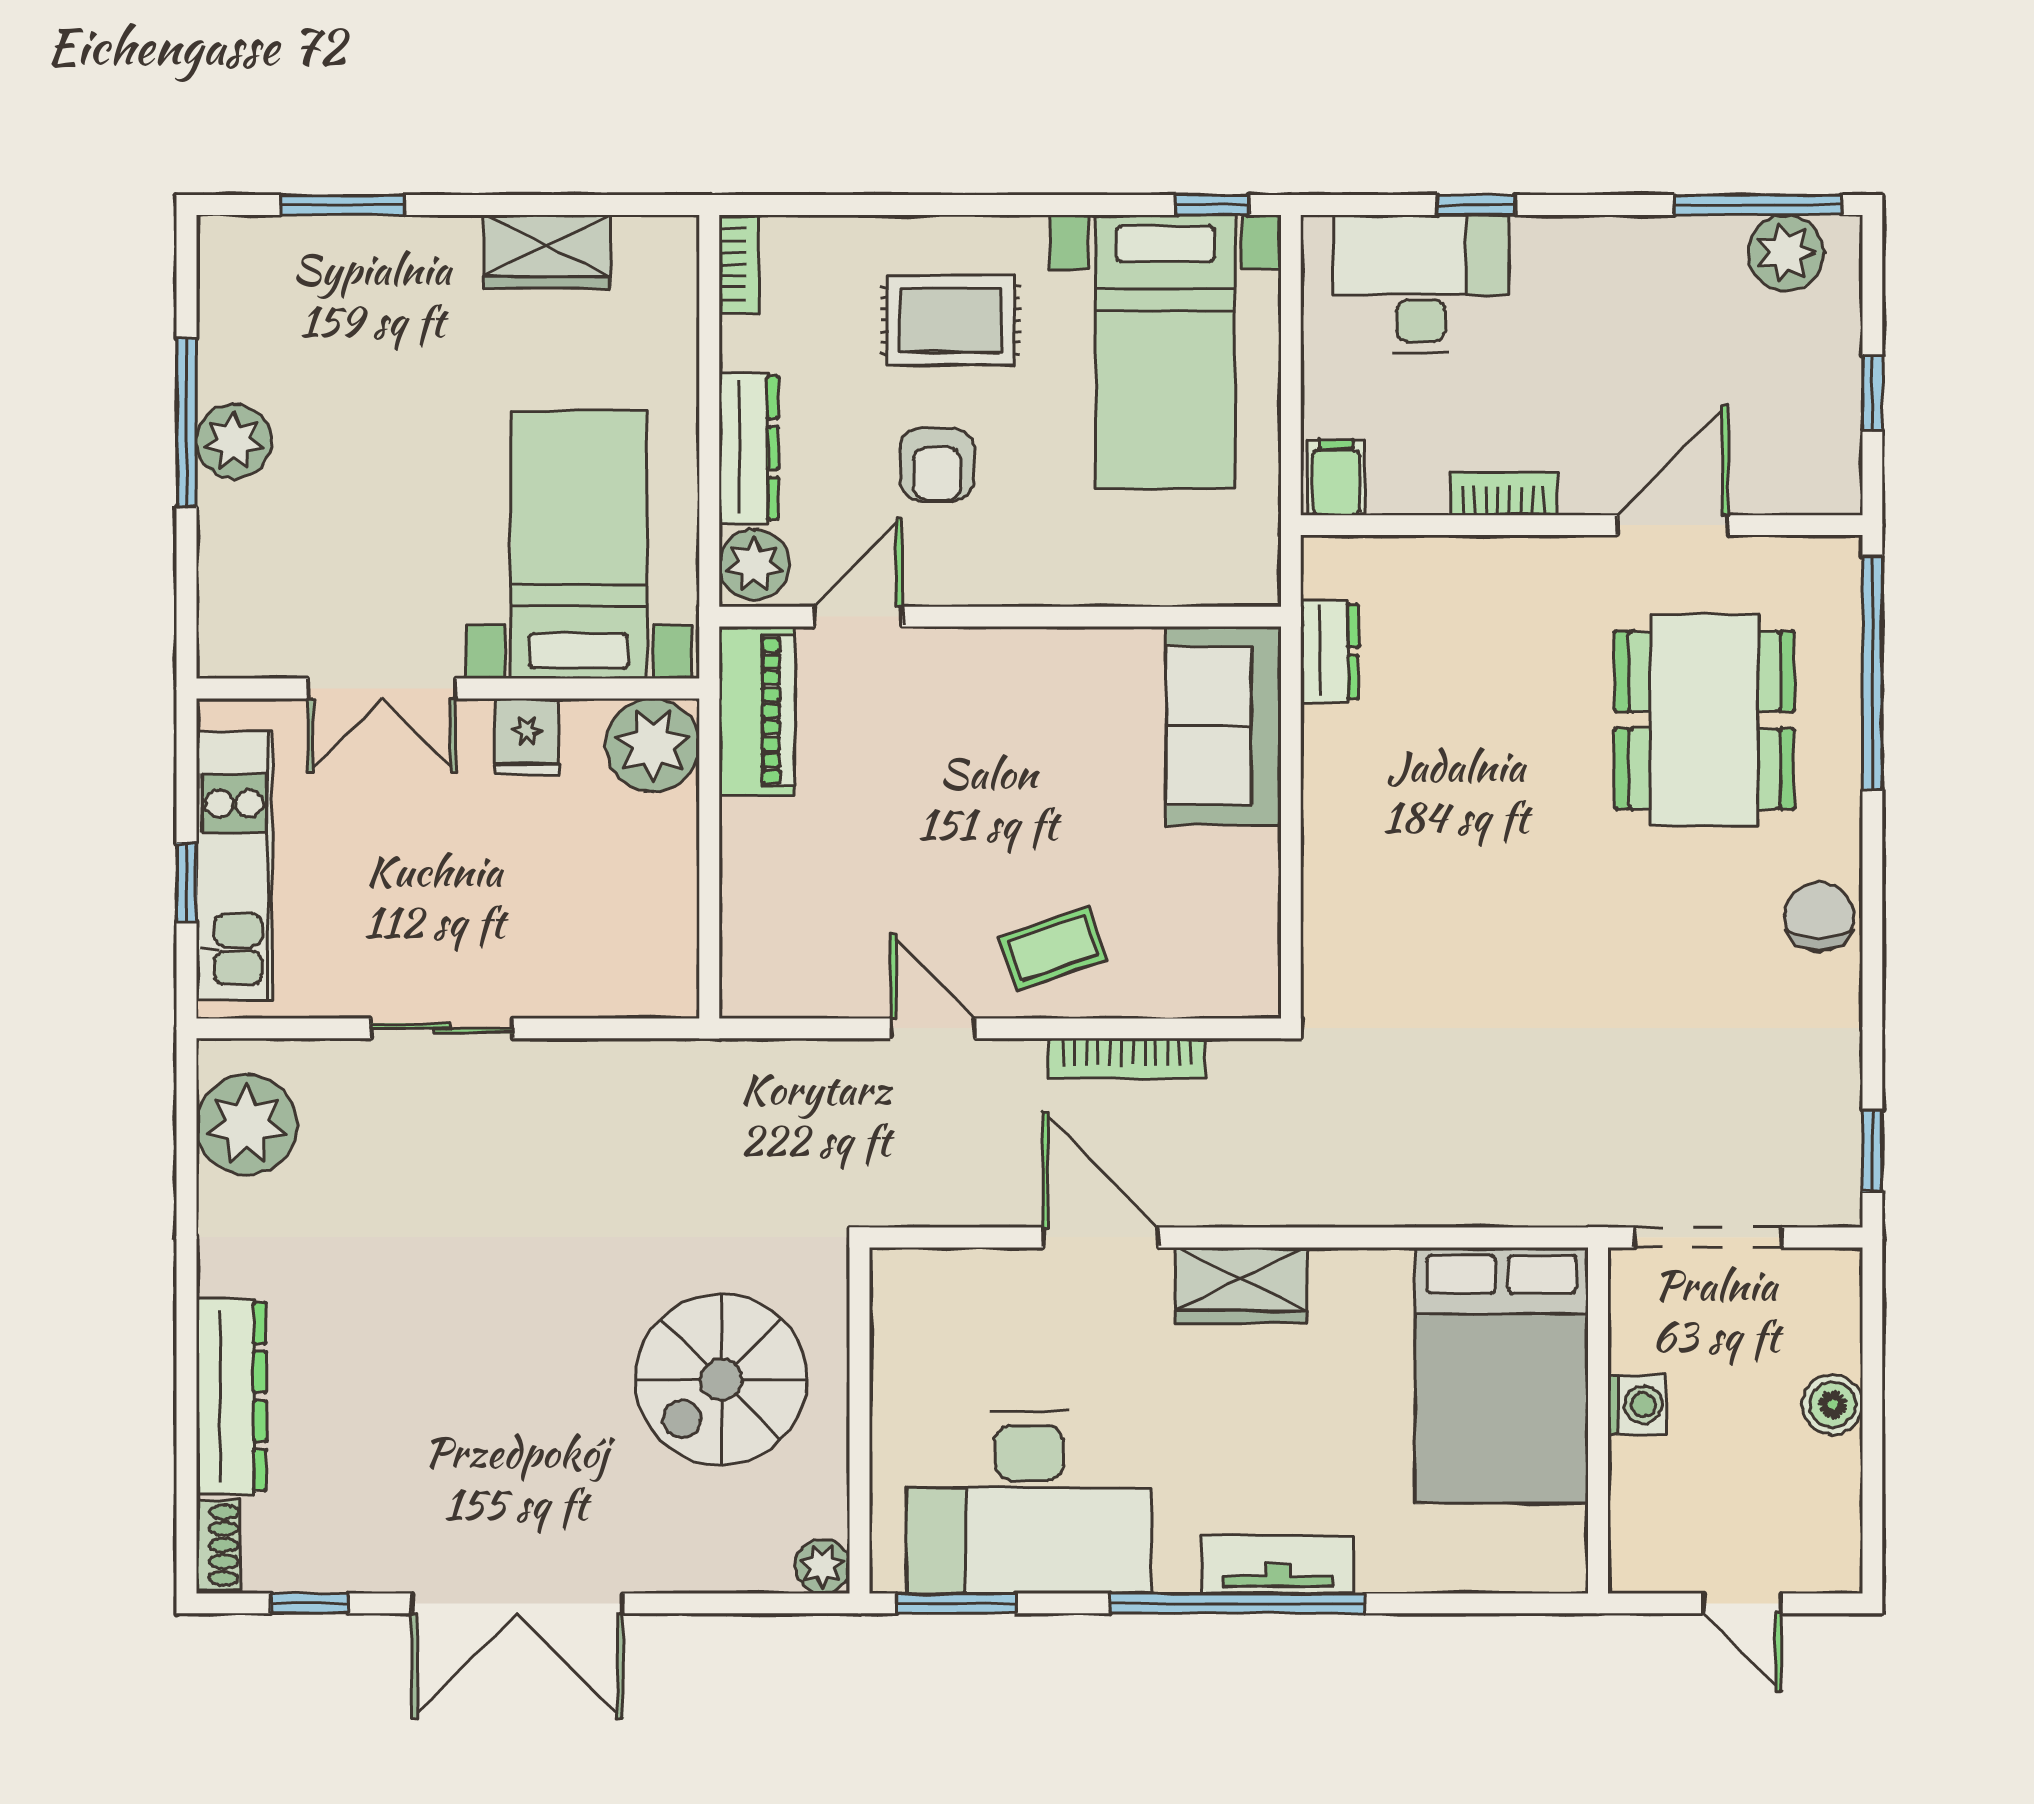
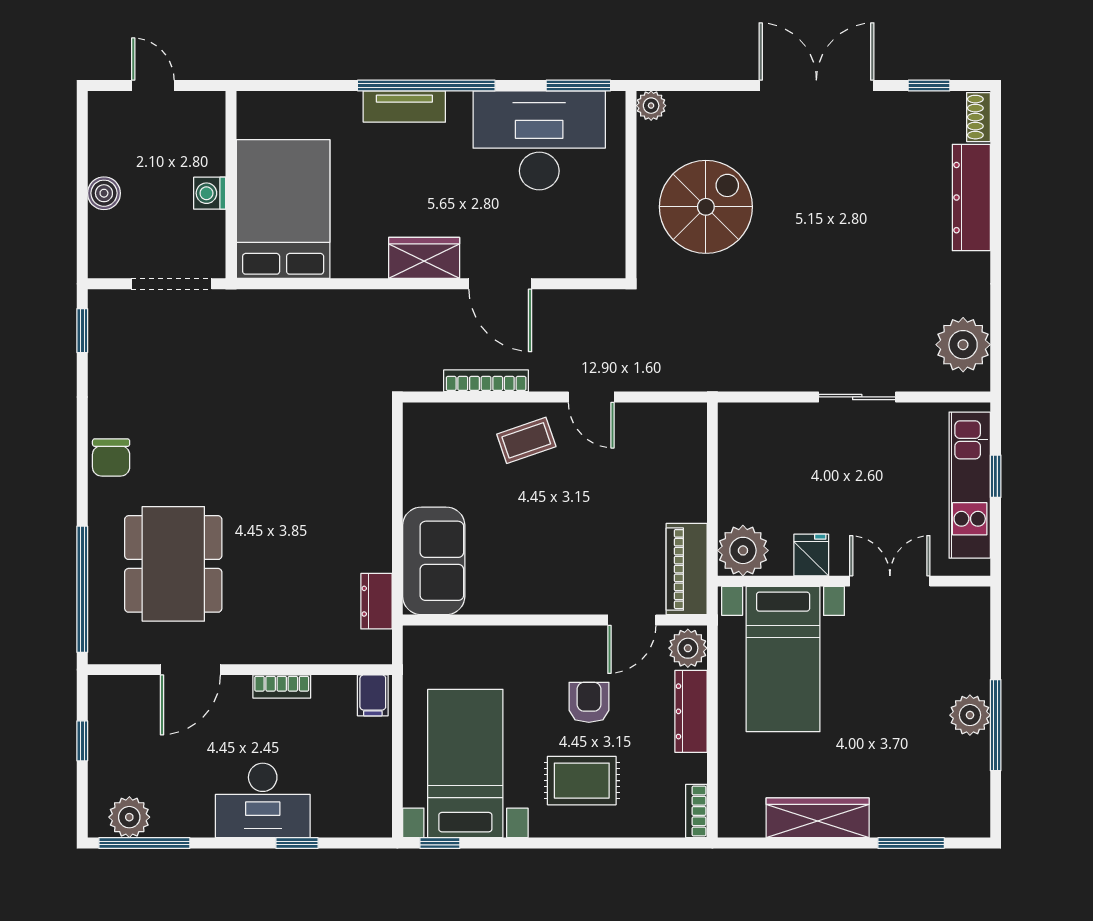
wardrobe: (547, 252) -> (818, 818), width x1.50
desk: (1421, 284) -> (263, 800), moved

